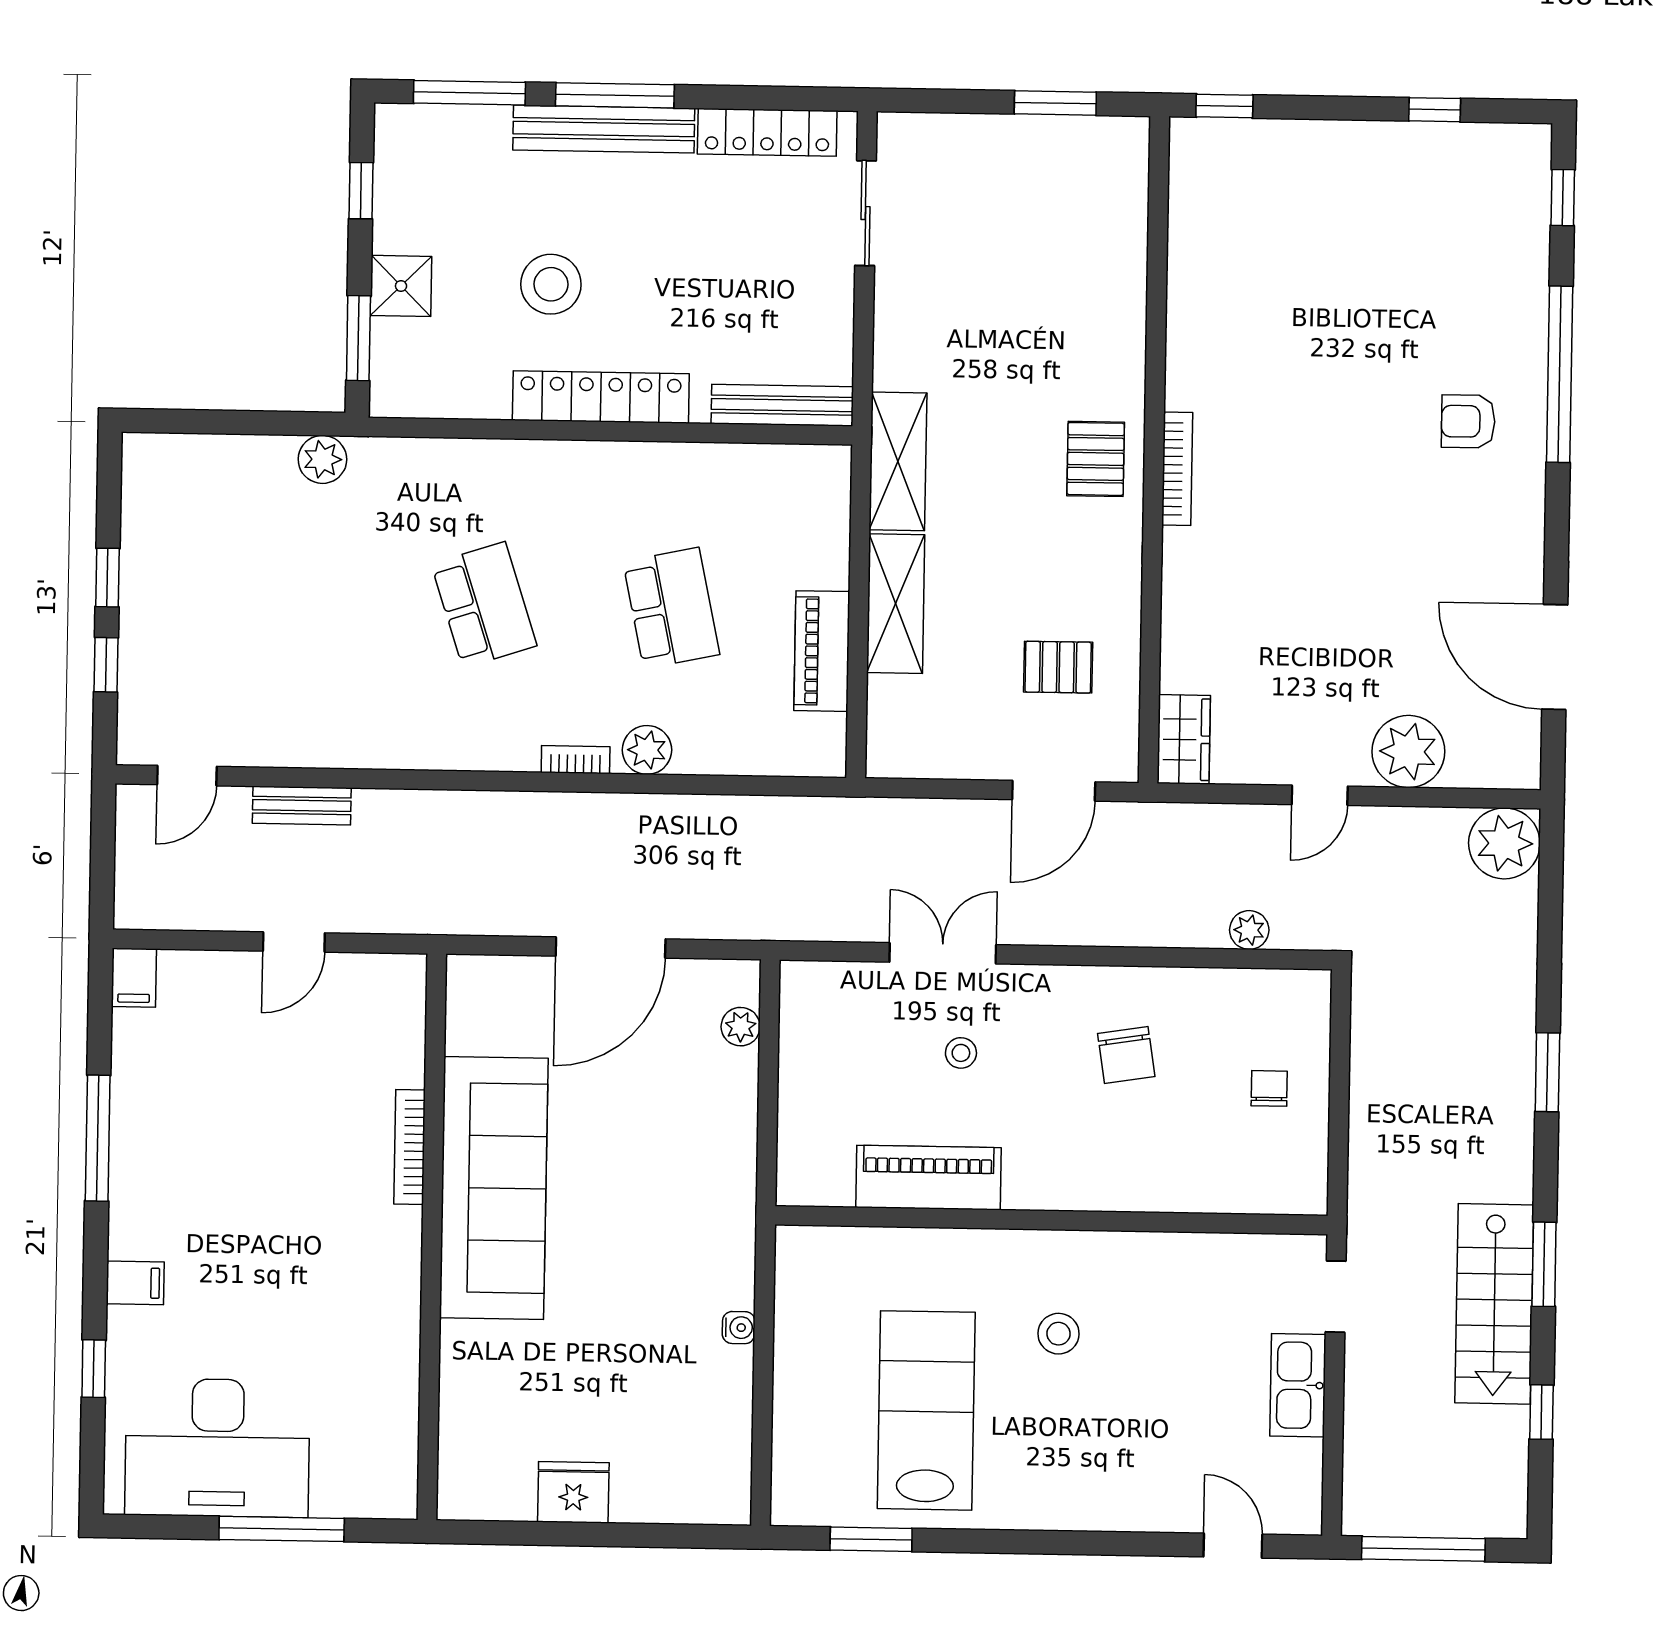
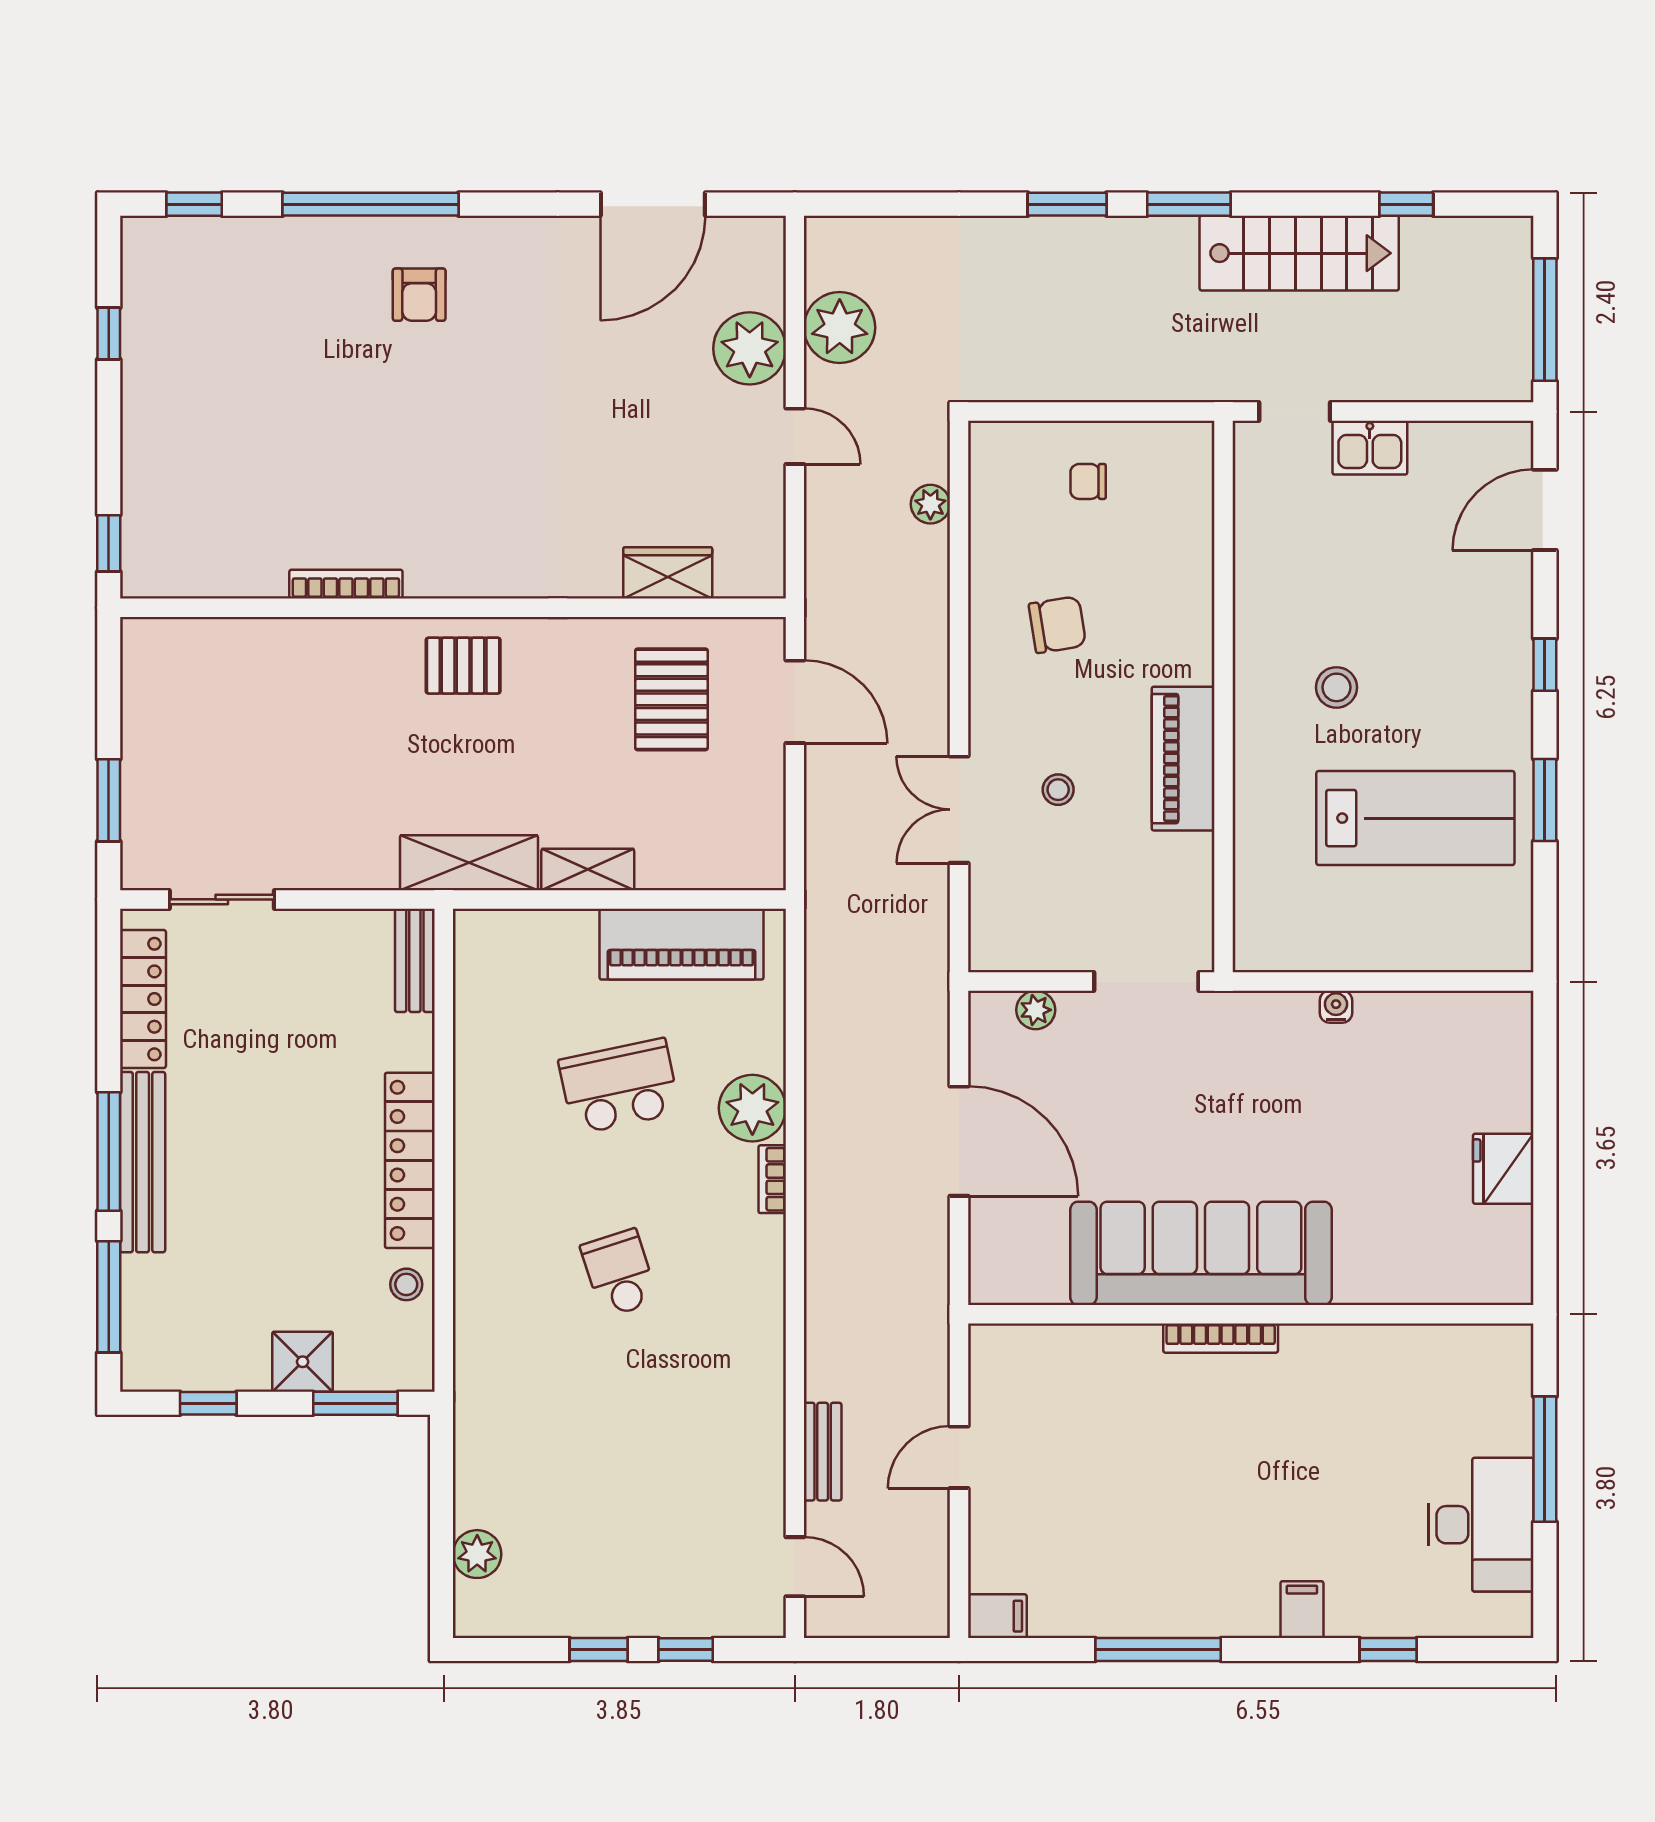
window: (1055, 103) -> (109, 800), moved
stool: (551, 284) -> (406, 1284), moved, width x0.53, depth x0.53
bench: (782, 405) -> (415, 960), width x0.73
plant: (322, 459) -> (477, 1554), moved
bookcase: (1177, 469) -> (346, 584), moved
shelving: (896, 604) -> (588, 870), width x0.67, depth x0.75
school desk: (484, 605) -> (619, 1273), width x0.54
piano: (822, 651) -> (682, 944), width x1.37, depth x1.33
pallet: (1058, 667) -> (671, 699), width x1.50, depth x1.42
wardrobe: (1184, 739) -> (668, 573), moved
plant: (647, 750) -> (752, 1108), width x1.36, depth x1.36
plant: (1504, 843) -> (840, 328), moved
door: (294, 942) -> (959, 1457), swing flipped
doorway: (767, 1138) -> (1146, 982), added
bookcase: (410, 1147) -> (1221, 1338), moved
piano: (928, 1178) -> (1183, 759), moved
window: (1544, 1264) -> (1189, 204), moved
kitchen sink: (1298, 1385) -> (1370, 448), width x0.73
lab bench: (926, 1410) -> (1415, 818), turned 180
desk: (217, 1448) -> (1481, 1525), width x0.73, depth x0.77
window: (871, 1539) -> (1545, 800), moved
window: (1078, 1543) -> (1545, 665), added
door: (1233, 1546) -> (1545, 510), width x1.38

